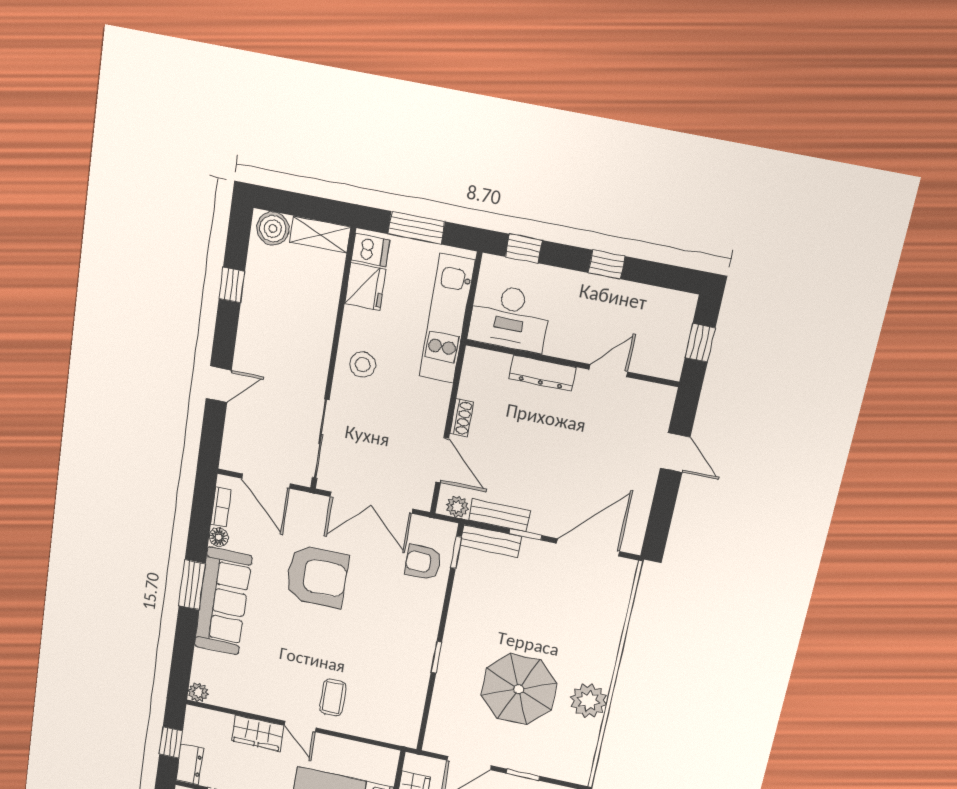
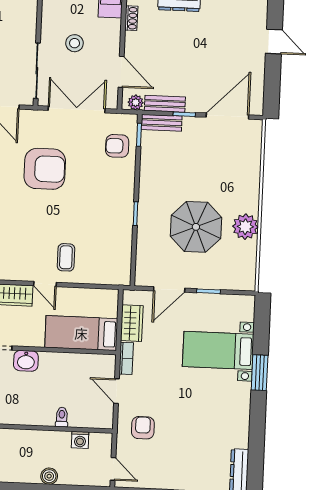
stool: (363, 365) -> (75, 43), moved
shoe rack: (462, 418) -> (131, 18), moved
double door: (371, 503) -> (77, 109), swing flipped

